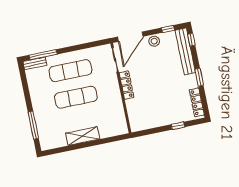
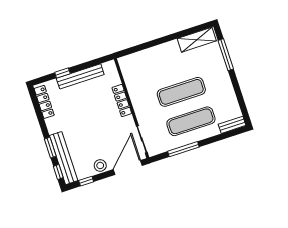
window: (43, 55) -> (183, 149), moved
window: (199, 77) -> (50, 148), moved
locker: (126, 85) -> (122, 100), moved
bench: (163, 121) -> (80, 76), added
shelving: (83, 136) -> (197, 40), moved

